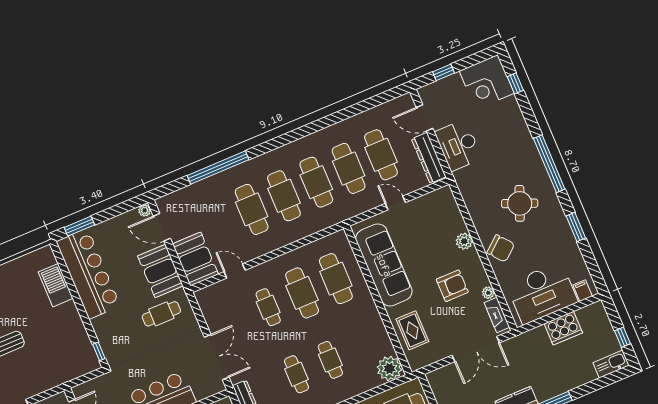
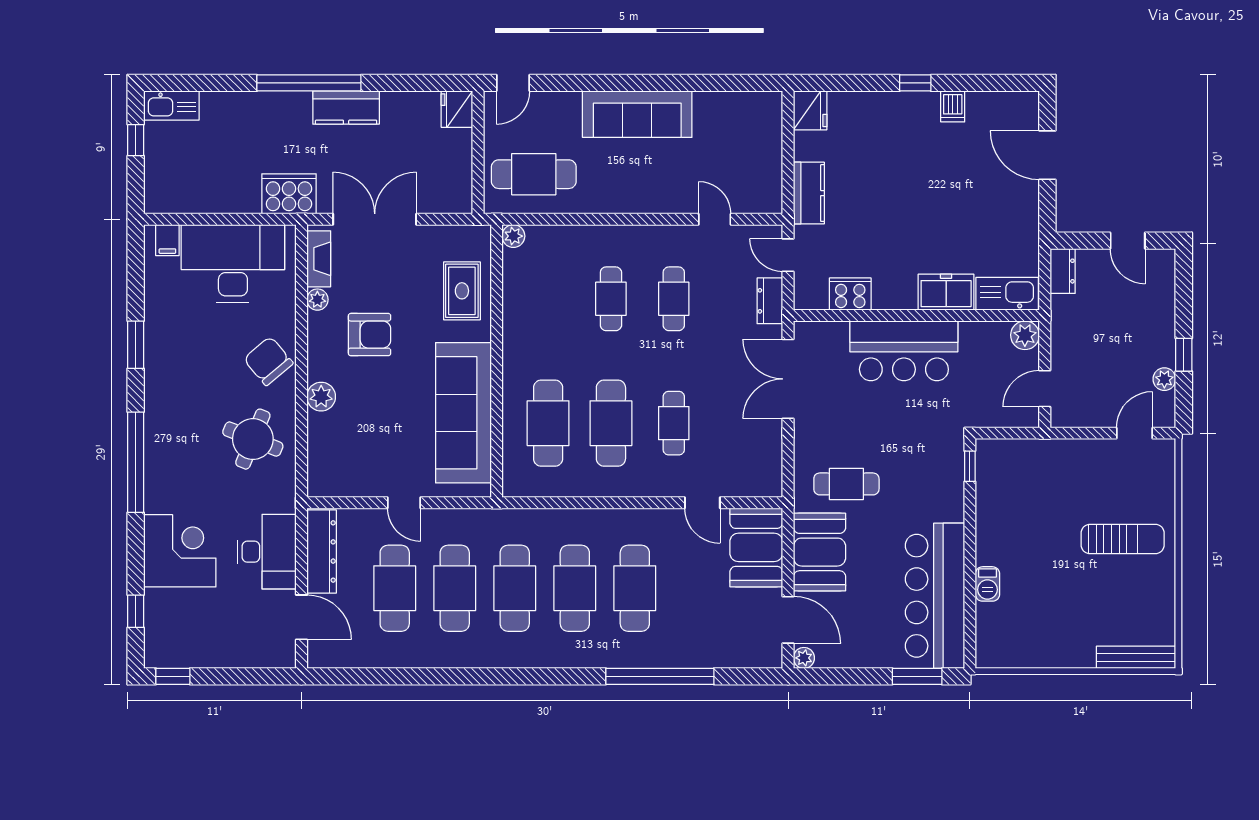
window: (444, 72) -> (173, 676), moved
corner desk: (487, 82) -> (180, 551), moved
round table: (520, 203) -> (253, 439), moved
barbecue: (56, 285) -> (987, 584), width x0.53, depth x0.65
armchair: (452, 286) -> (370, 335), turned 180
cooker: (563, 328) -> (289, 194), moved
plant: (390, 368) -> (513, 236), width x0.53, depth x0.53

